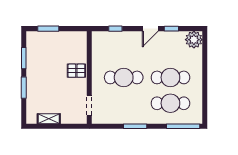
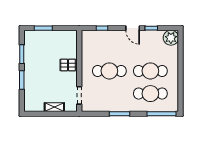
door: (150, 29) -> (133, 28), hinge flipped
shelving: (49, 119) -> (54, 107), moved

